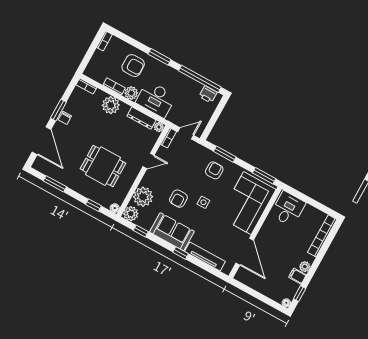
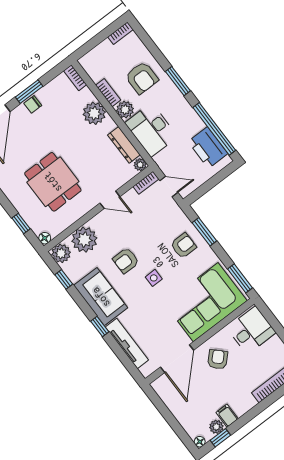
printer: (208, 94) -> (208, 148), width x1.87, depth x1.48
armchair: (273, 240) -> (218, 359), added
plant: (305, 267) -> (216, 427), moved

